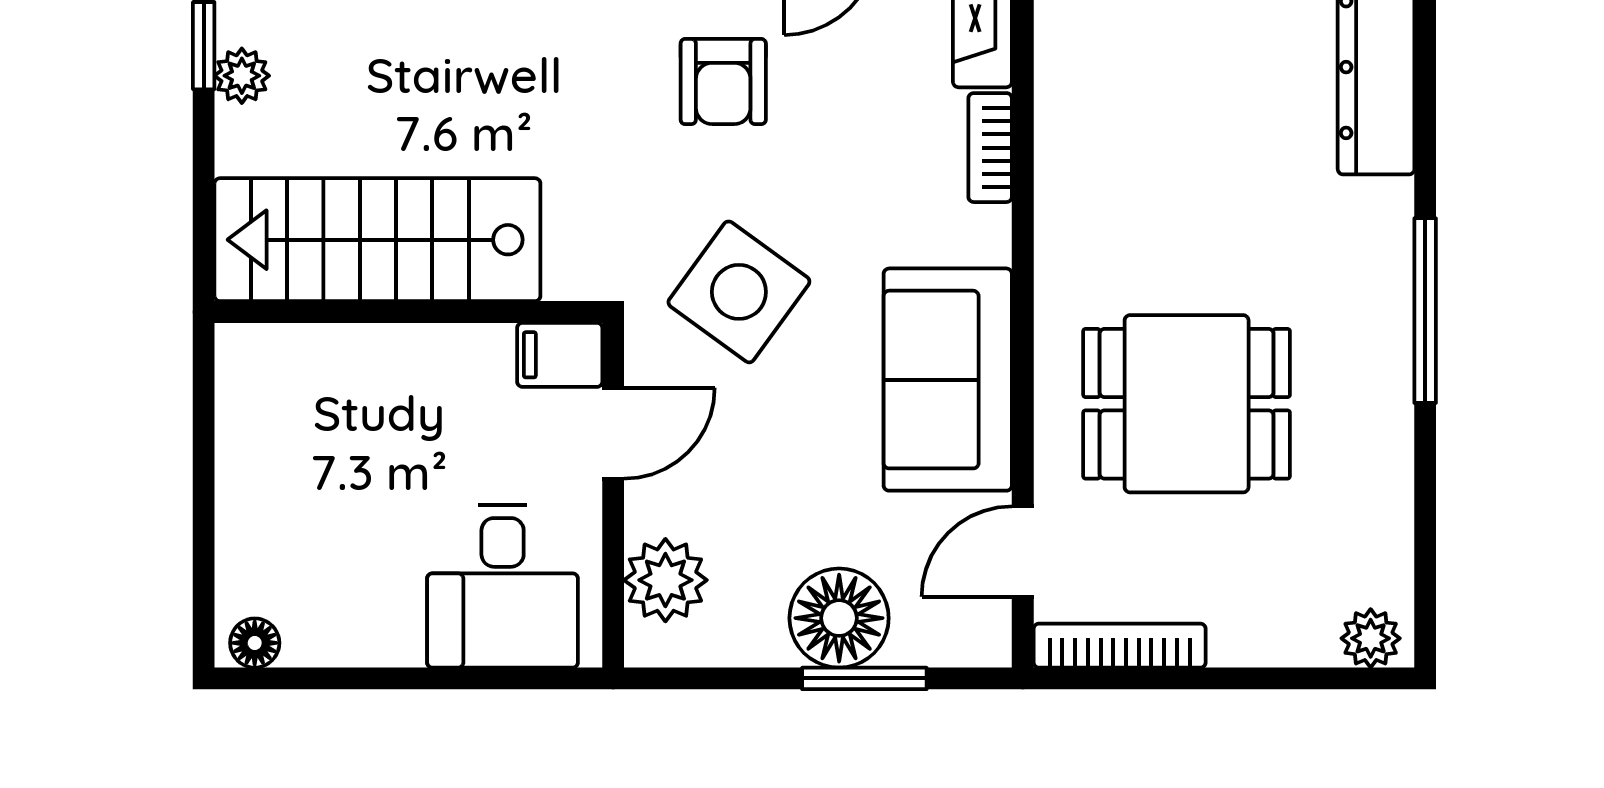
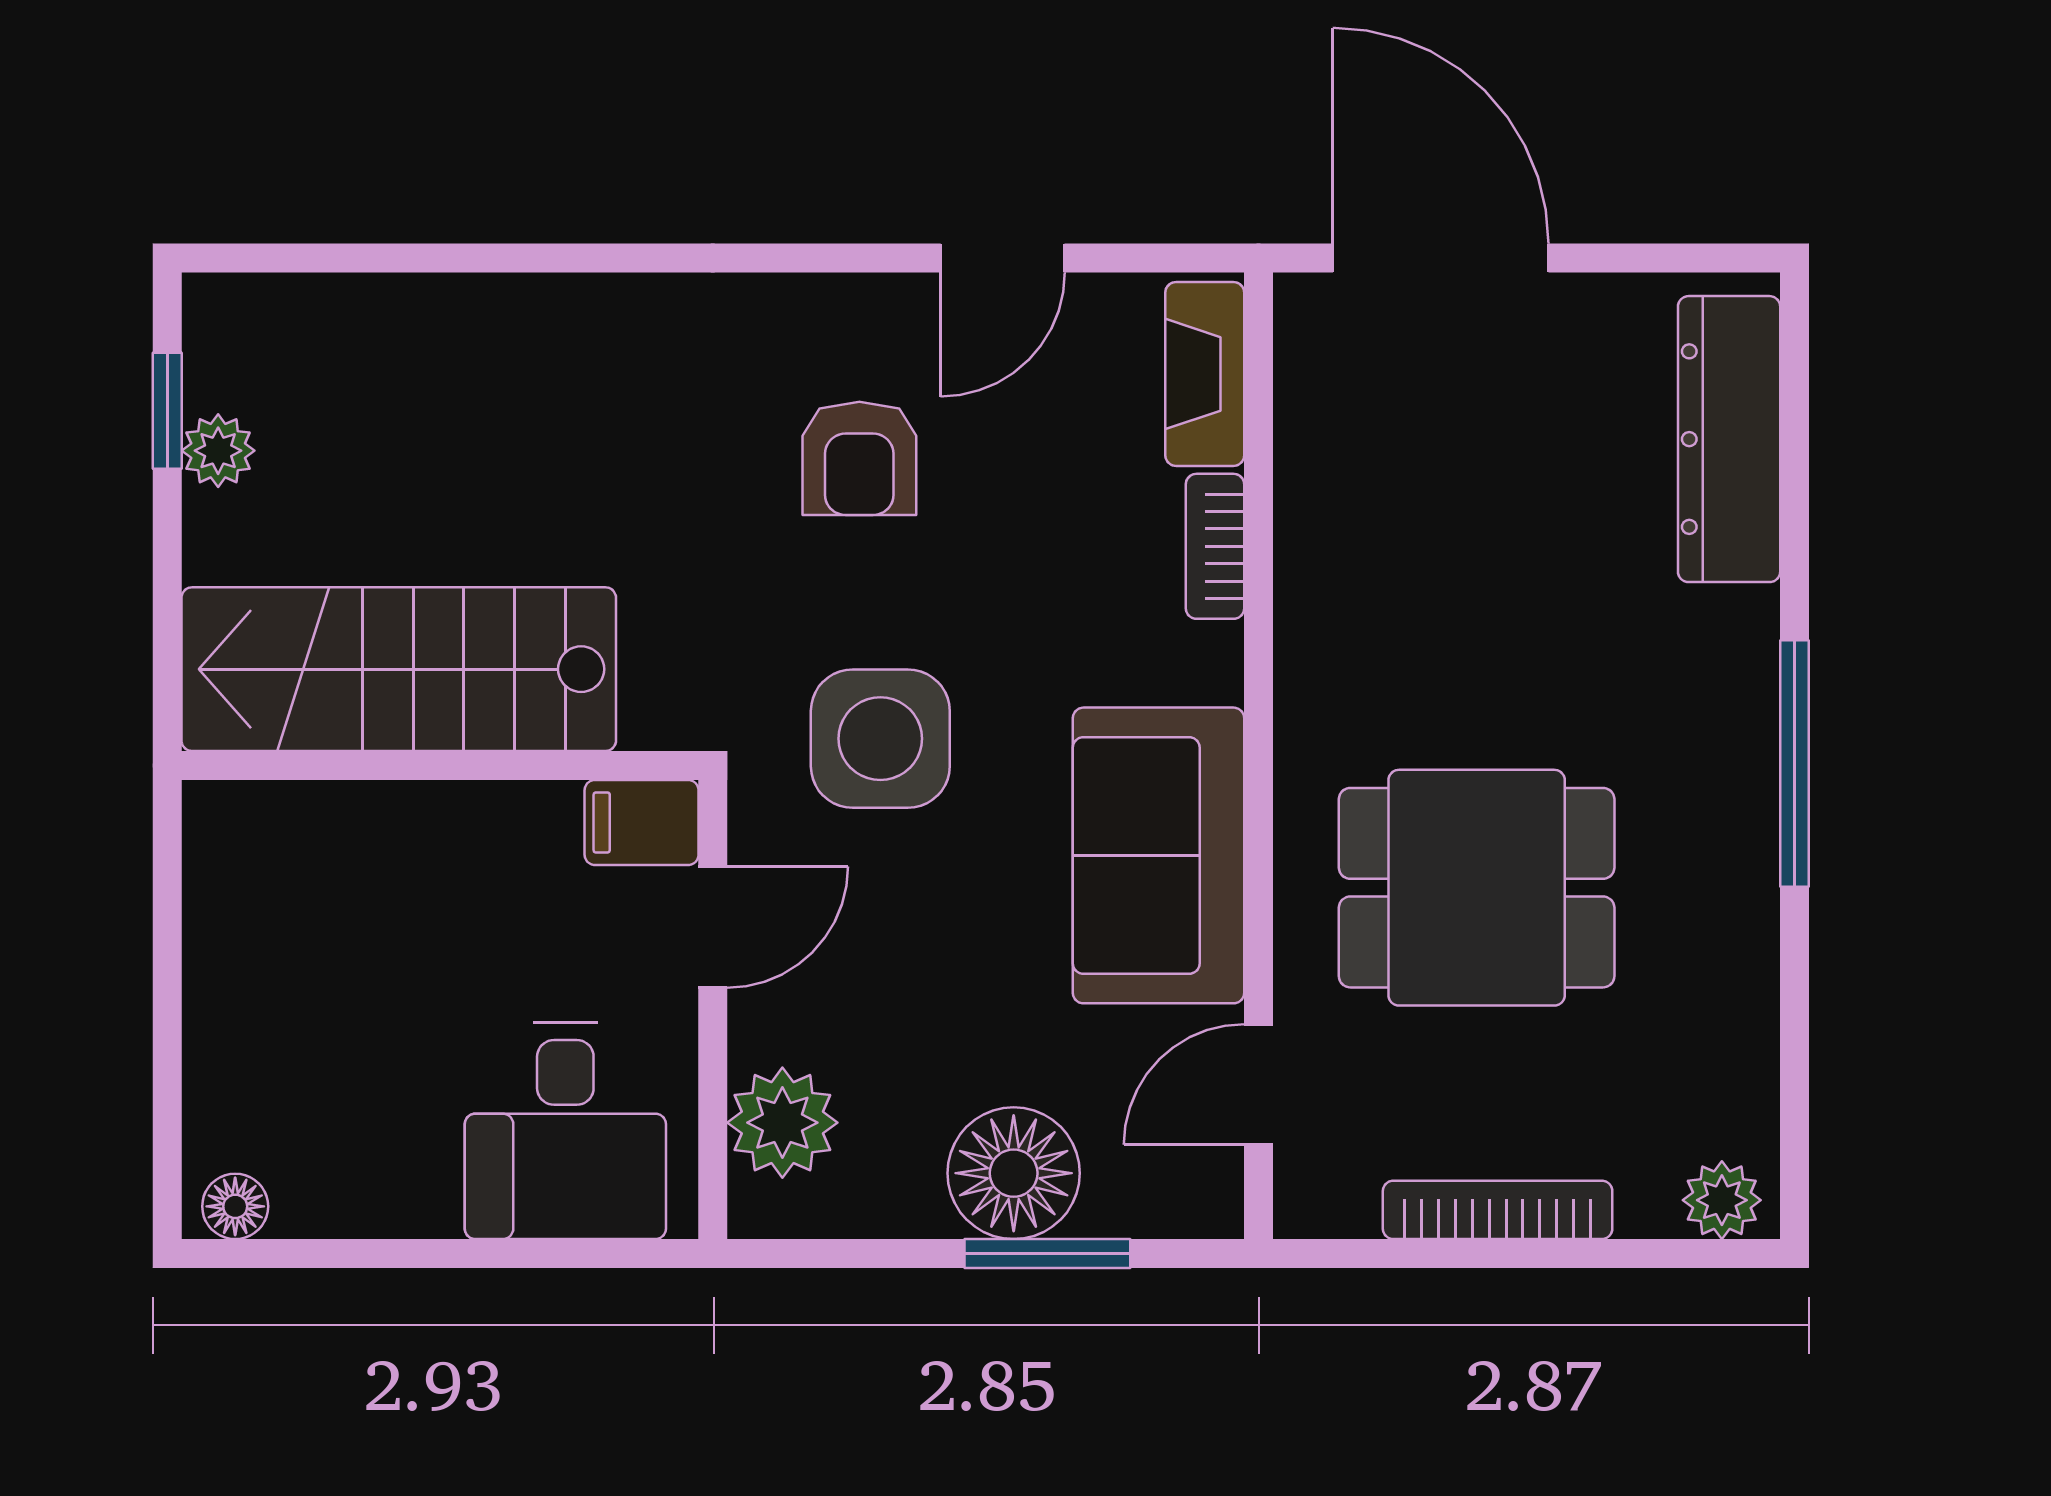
side table: (739, 292) -> (880, 739), turned -36
bookcase: (1120, 646) -> (1498, 1210), moved

